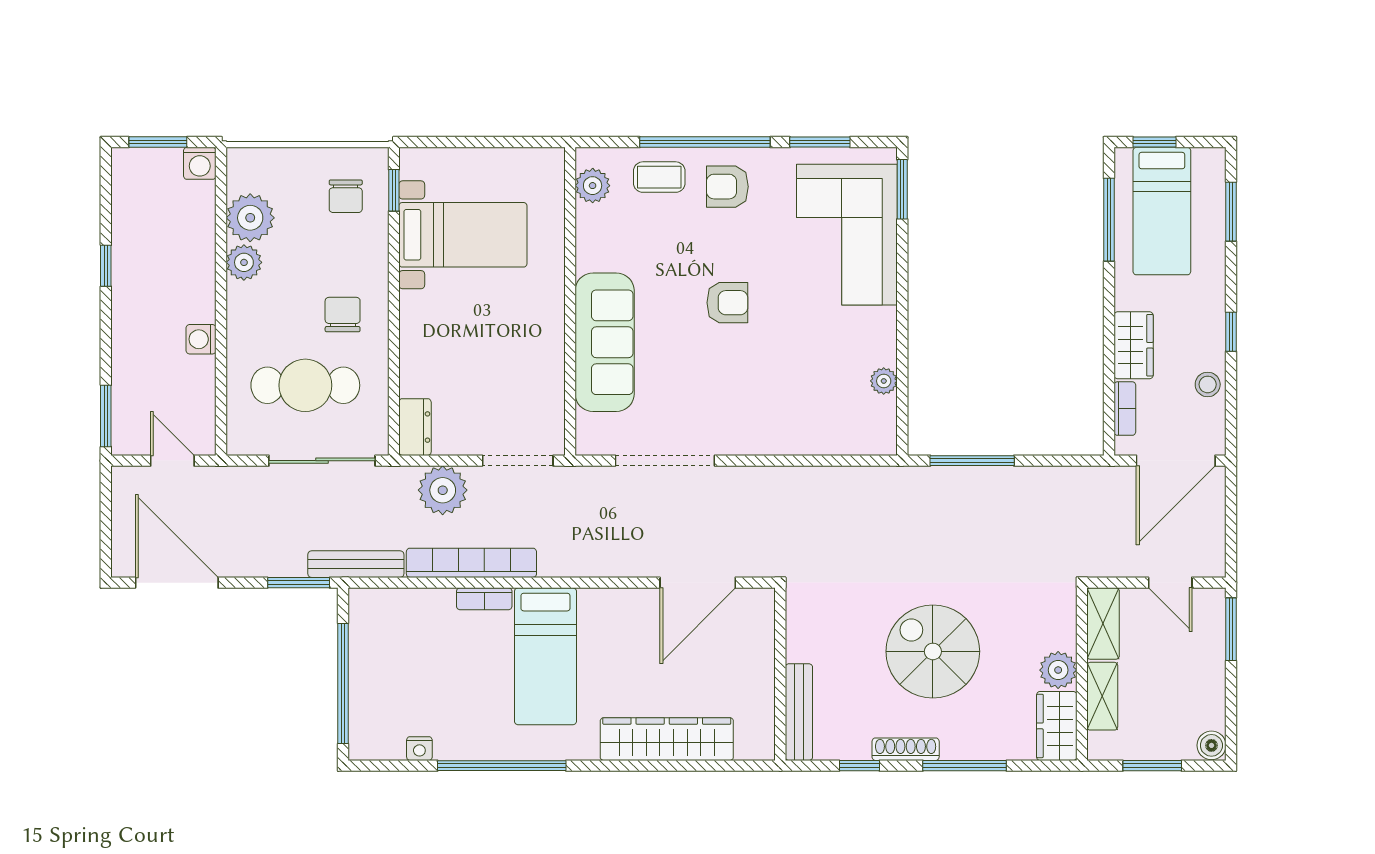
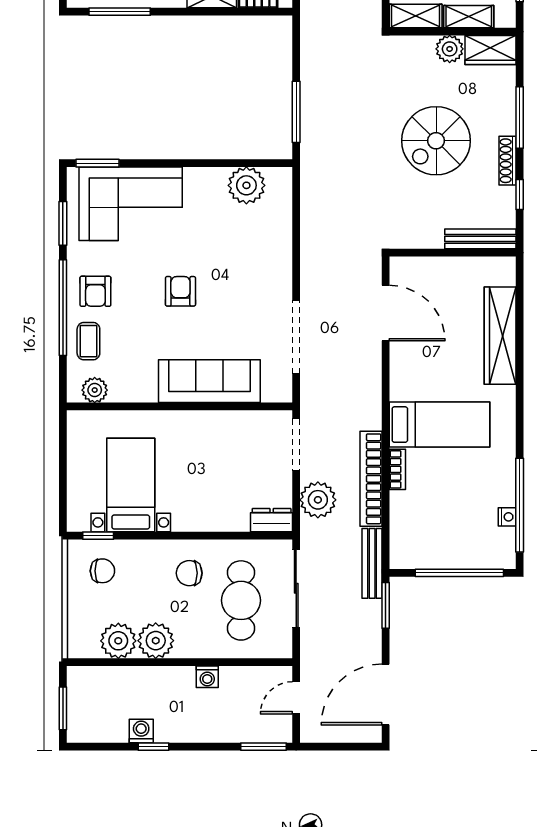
washing machine: (200, 163) -> (141, 731), moved, turned -90
plant: (244, 262) -> (156, 641), width x1.36, depth x1.36
plant: (884, 381) -> (246, 185), width x1.88, depth x1.88
window: (502, 766) -> (520, 505), moved

